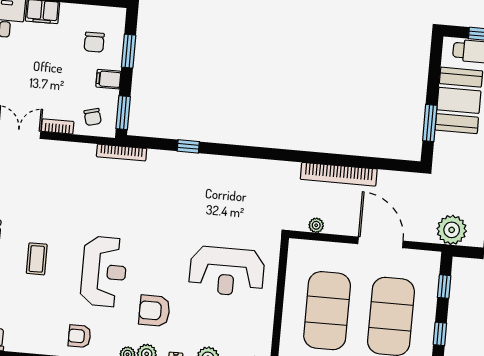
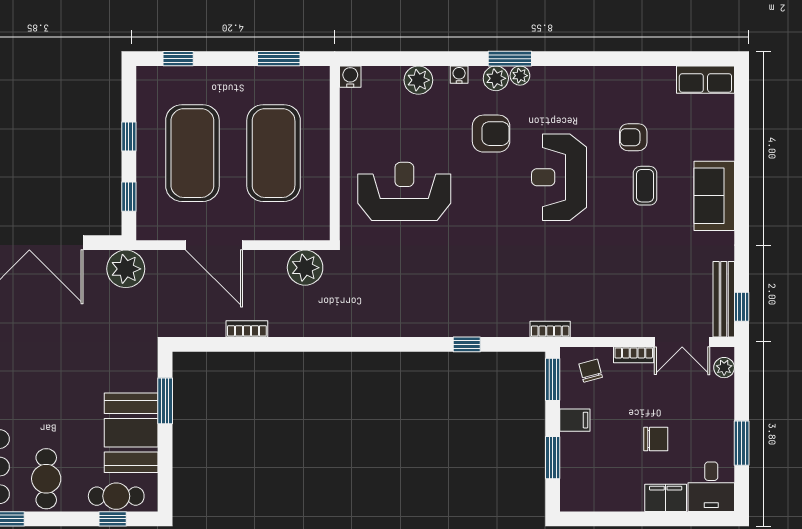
chair: (94, 42) -> (656, 439), moved, turned 90
bookcase: (122, 153) -> (550, 329), width x0.64
bookcase: (339, 174) -> (247, 329), width x0.43, depth x0.76
plant: (316, 225) -> (305, 268), width x1.88, depth x1.88
armchair: (80, 336) -> (633, 137), moved, turned 180

